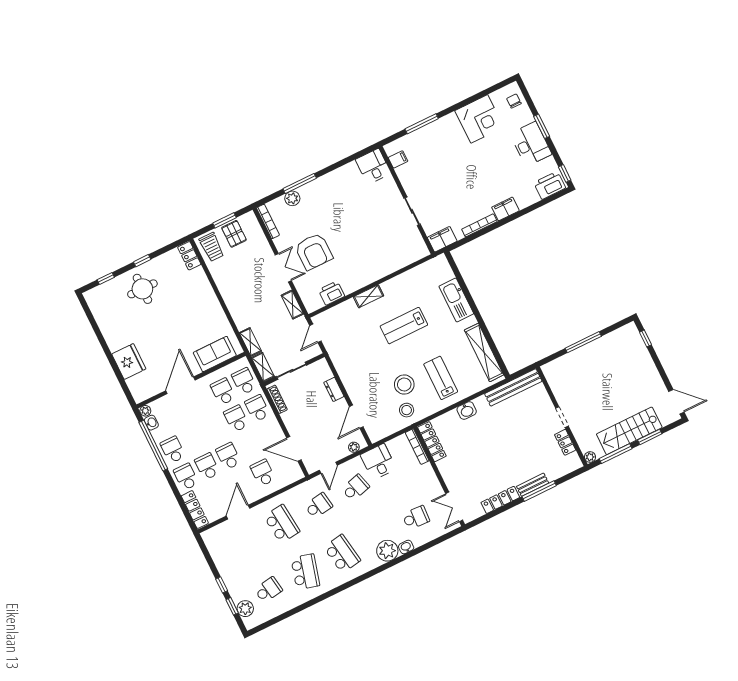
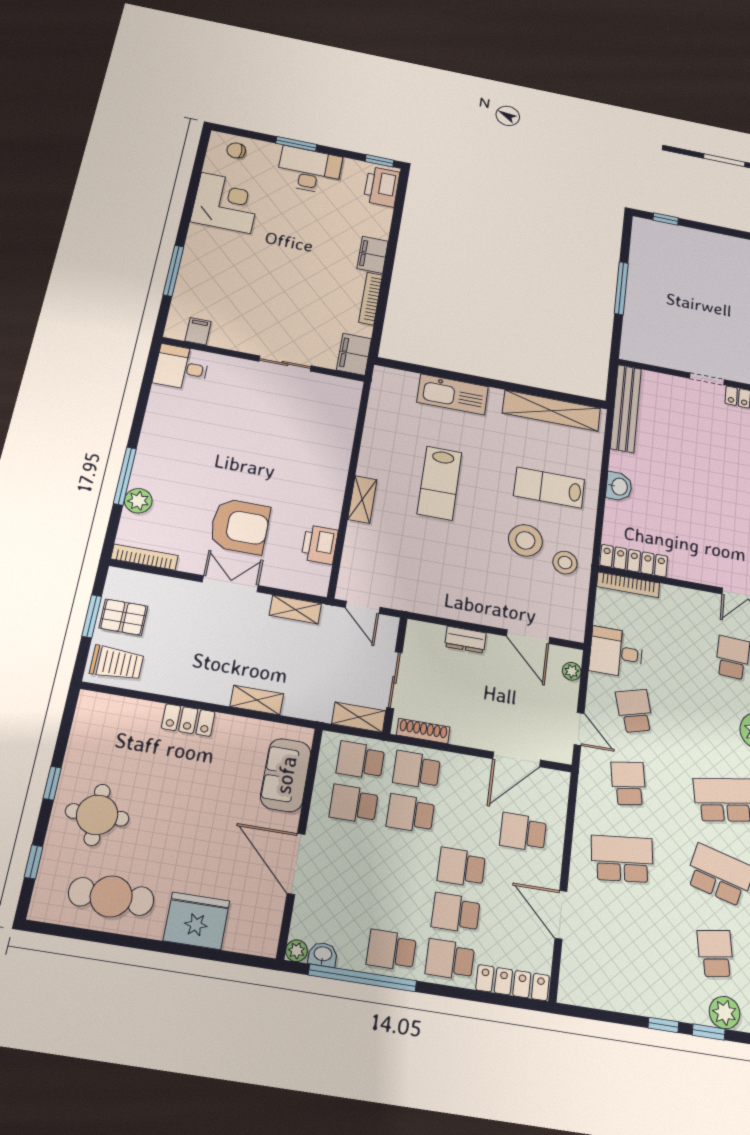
locker: (189, 256) -> (188, 720), moved
cafe table: (114, 320) -> (111, 896), added
shelving: (250, 342) -> (257, 700), moved

